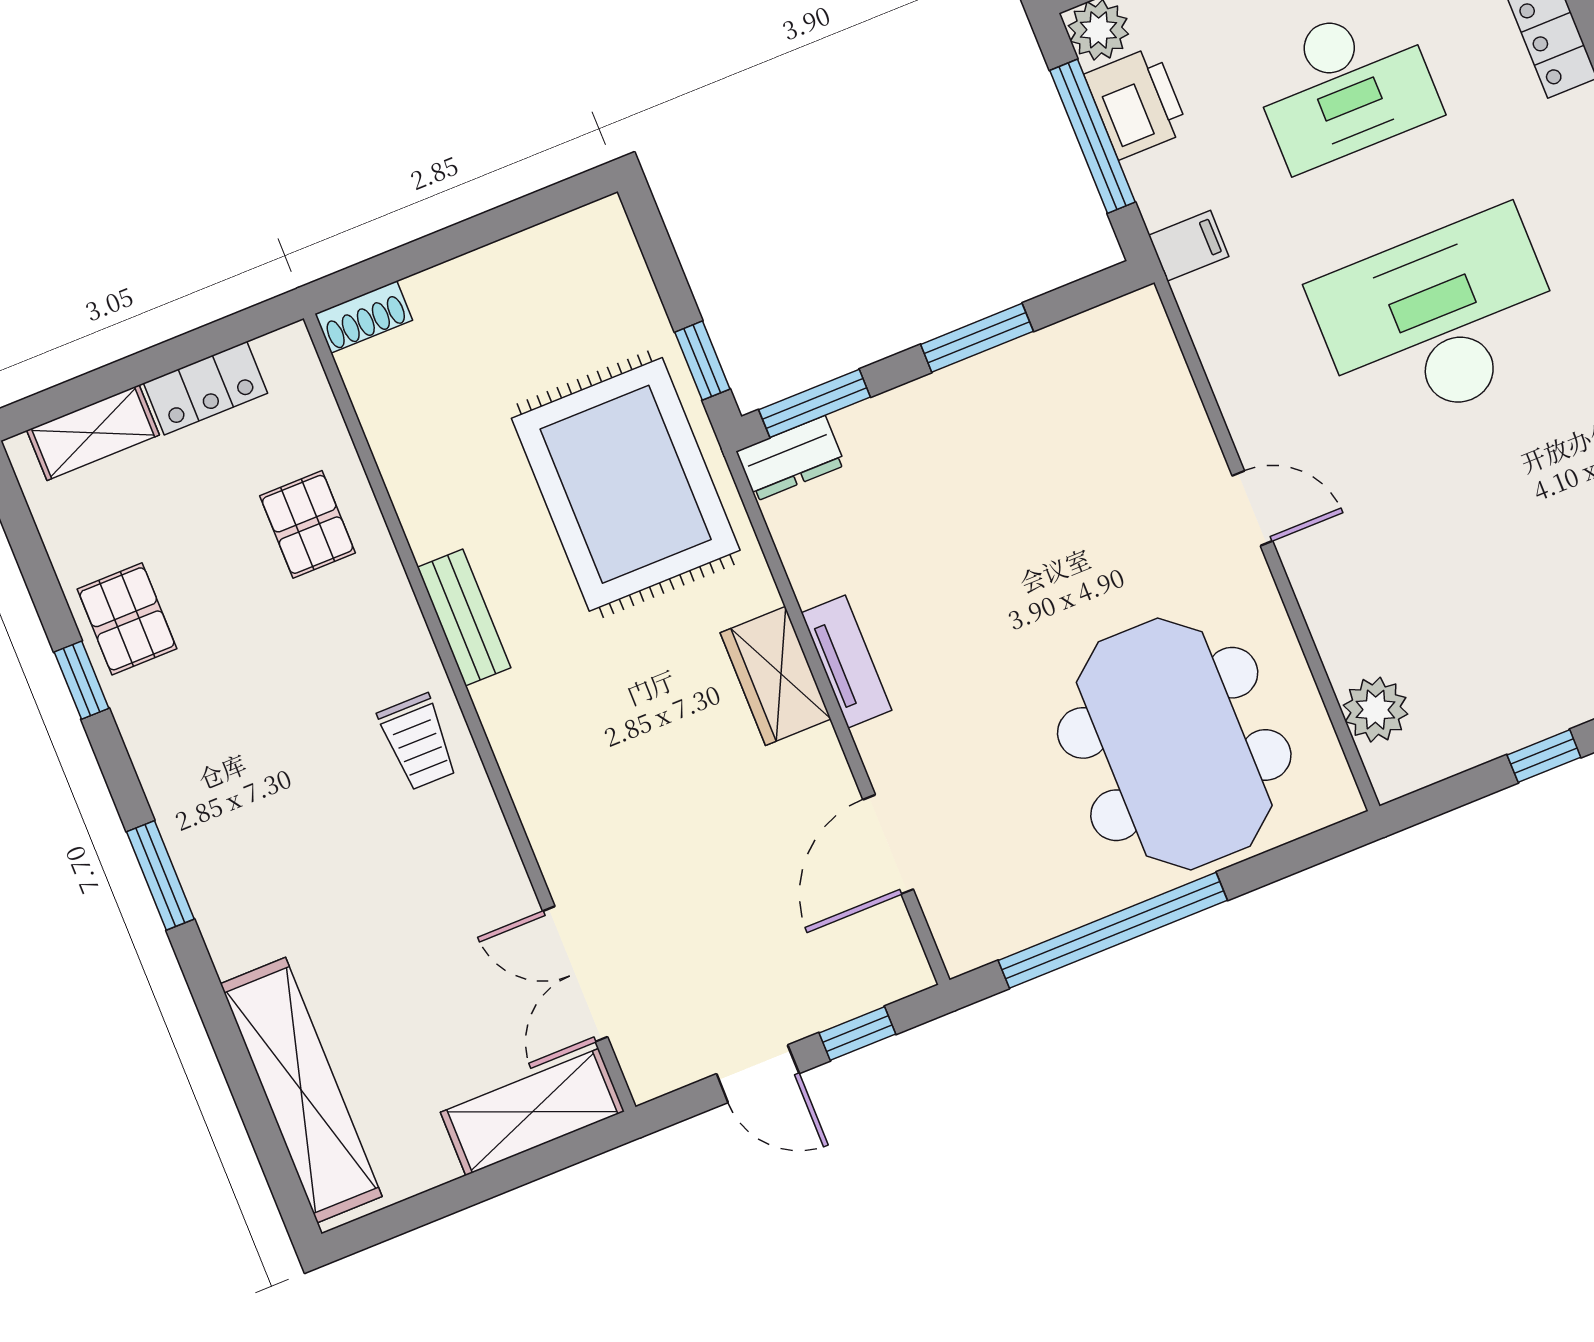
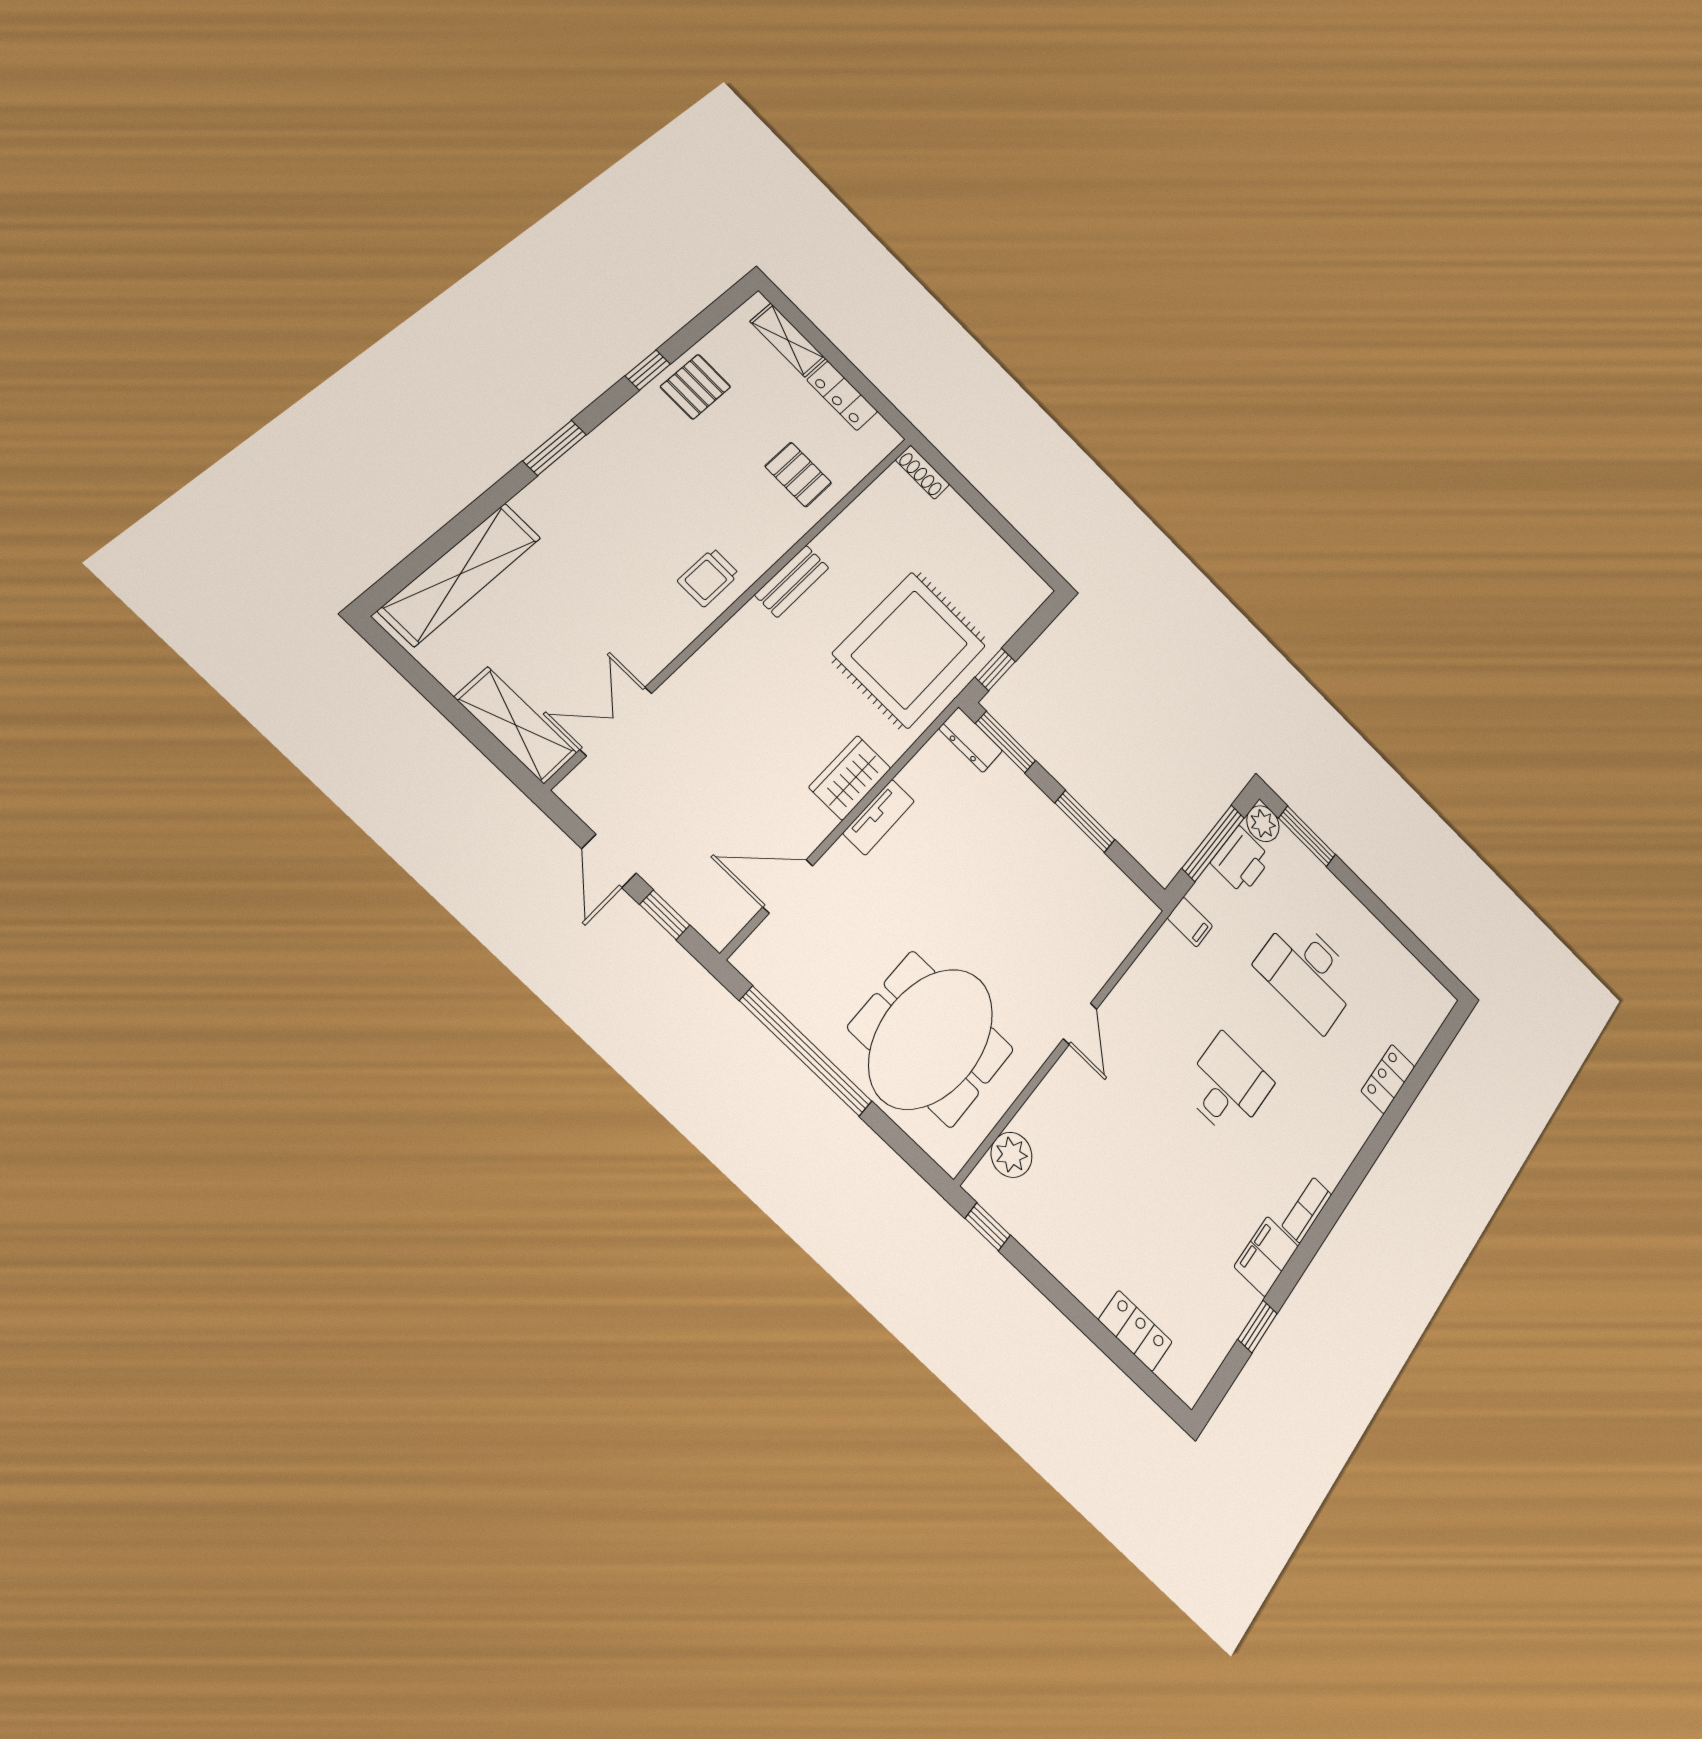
desk: (1439, 321) -> (1228, 1086), width x0.53, depth x0.77
pallet: (308, 524) -> (798, 475), turned 90
window: (1544, 756) -> (988, 1227), moved

